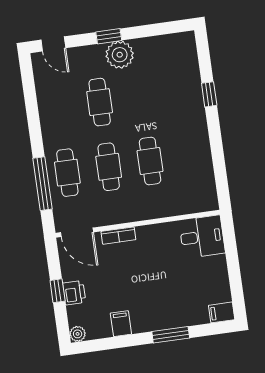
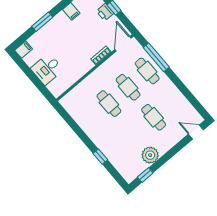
window: (109, 36) -> (145, 175), moved
plant: (120, 55) -> (150, 155), moved
door: (77, 232) -> (123, 44), hinge flipped
desk: (202, 237) -> (47, 69), moved

